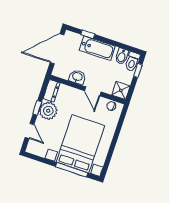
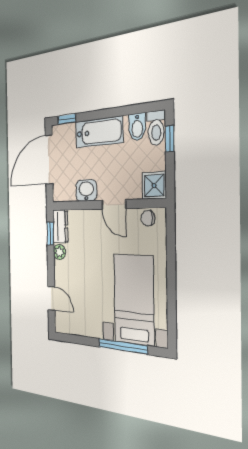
window: (88, 34) -> (67, 119), moved
window: (37, 108) -> (50, 233), moved
plant: (48, 111) -> (60, 252), width x0.53, depth x0.53
bed with nightstands: (80, 144) -> (134, 299), width x0.73

